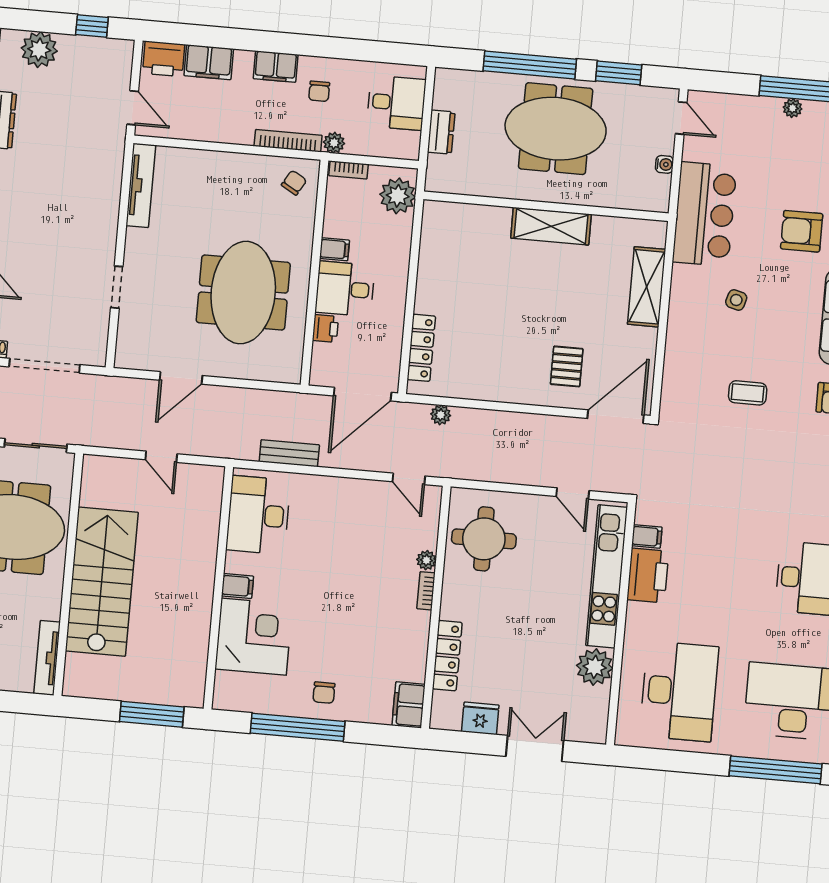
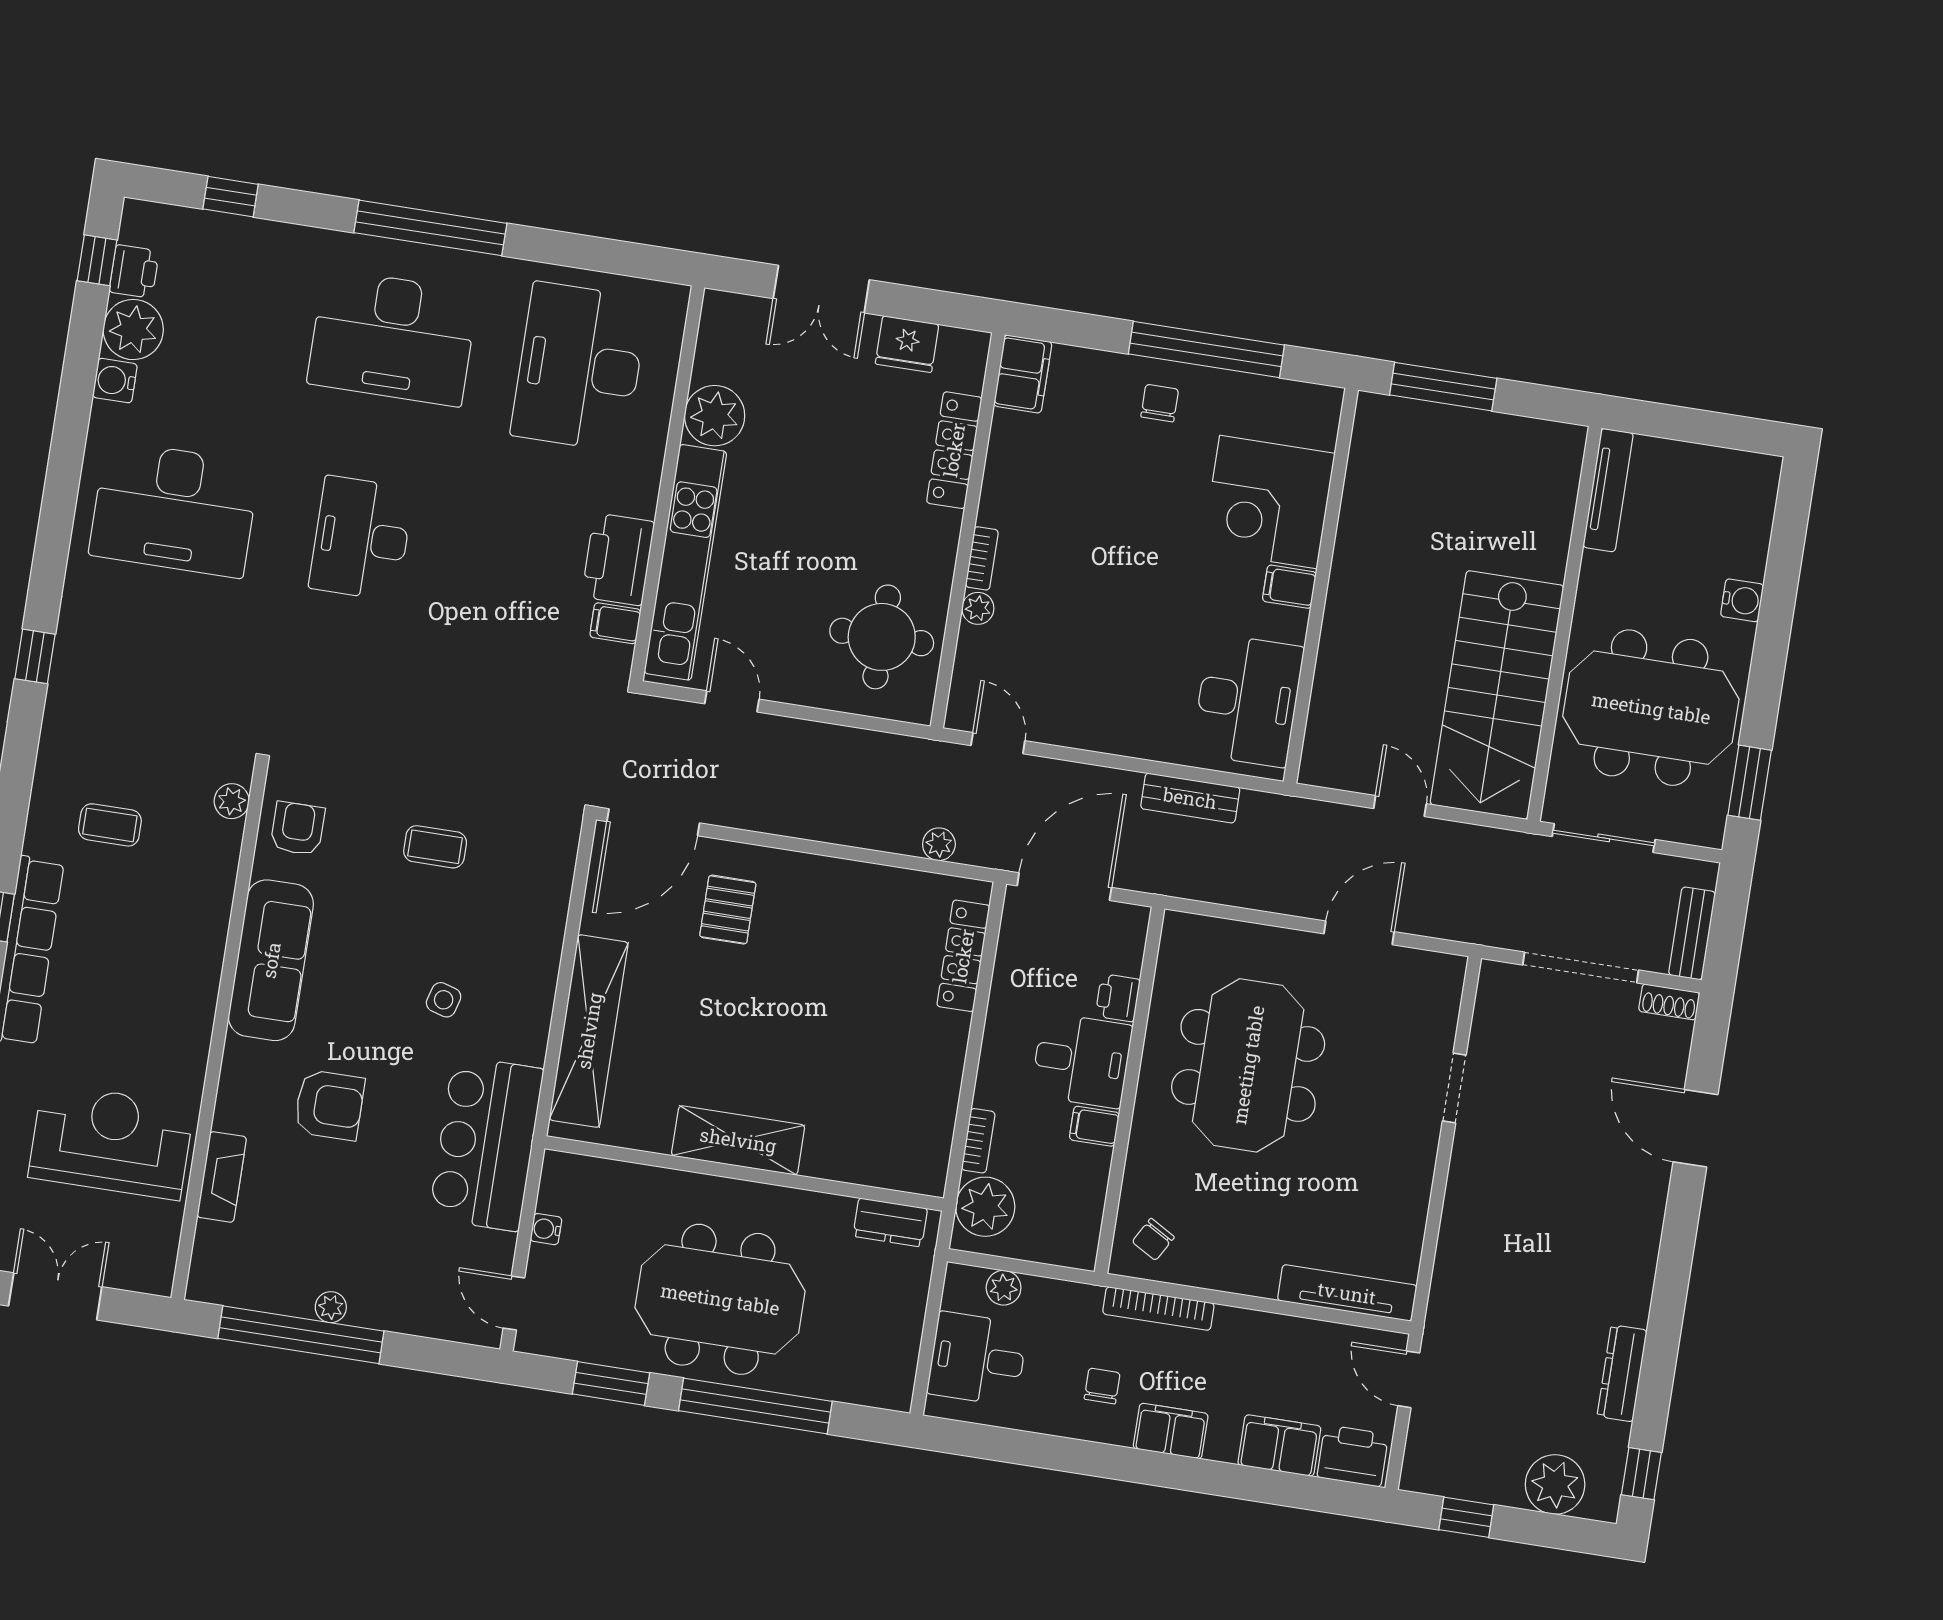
dresser: (441, 132) -> (890, 1222), moved, turned -90
plant: (334, 143) -> (1004, 1288), moved
bookcase: (349, 170) -> (978, 1141), moved, turned 90
tv unit: (141, 185) -> (1347, 1293), moved, turned 90
shelving: (647, 287) -> (589, 1031), width x1.47
stairs: (102, 582) -> (1497, 695), moved

